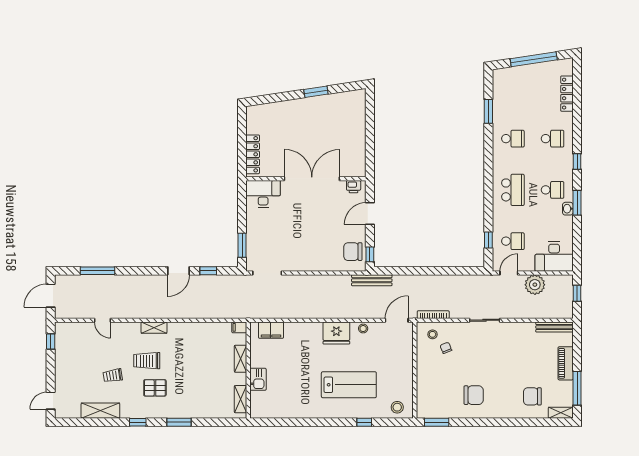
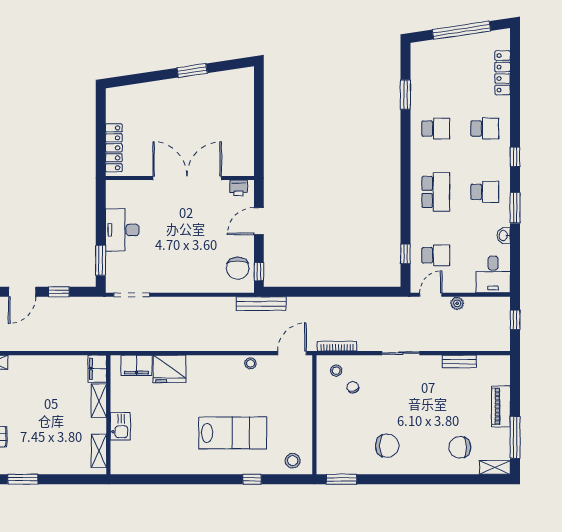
desk: (263, 194) -> (122, 230), moved, turned -90
washbasin: (568, 209) -> (504, 236), moved
chair: (353, 252) -> (238, 268), turned -90
desk: (554, 257) -> (493, 274), width x0.73
plant: (535, 285) -> (457, 303), width x0.53, depth x0.53
filing cabinet: (239, 327) -> (97, 369), width x2.00
bench: (554, 327) -> (459, 362), moved, width x0.73
fridge: (336, 333) -> (170, 369), moved

